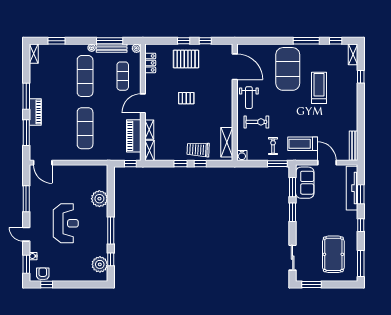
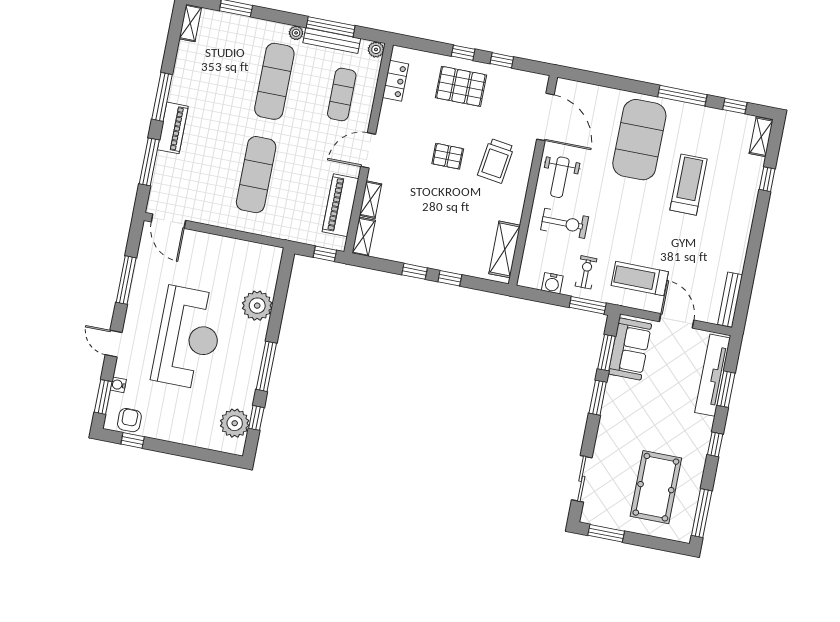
trolley: (198, 150) -> (496, 161), moved, turned -85
water cooler: (242, 155) -> (552, 283), moved
reception desk: (66, 223) -> (188, 338), width x1.36, depth x1.30

